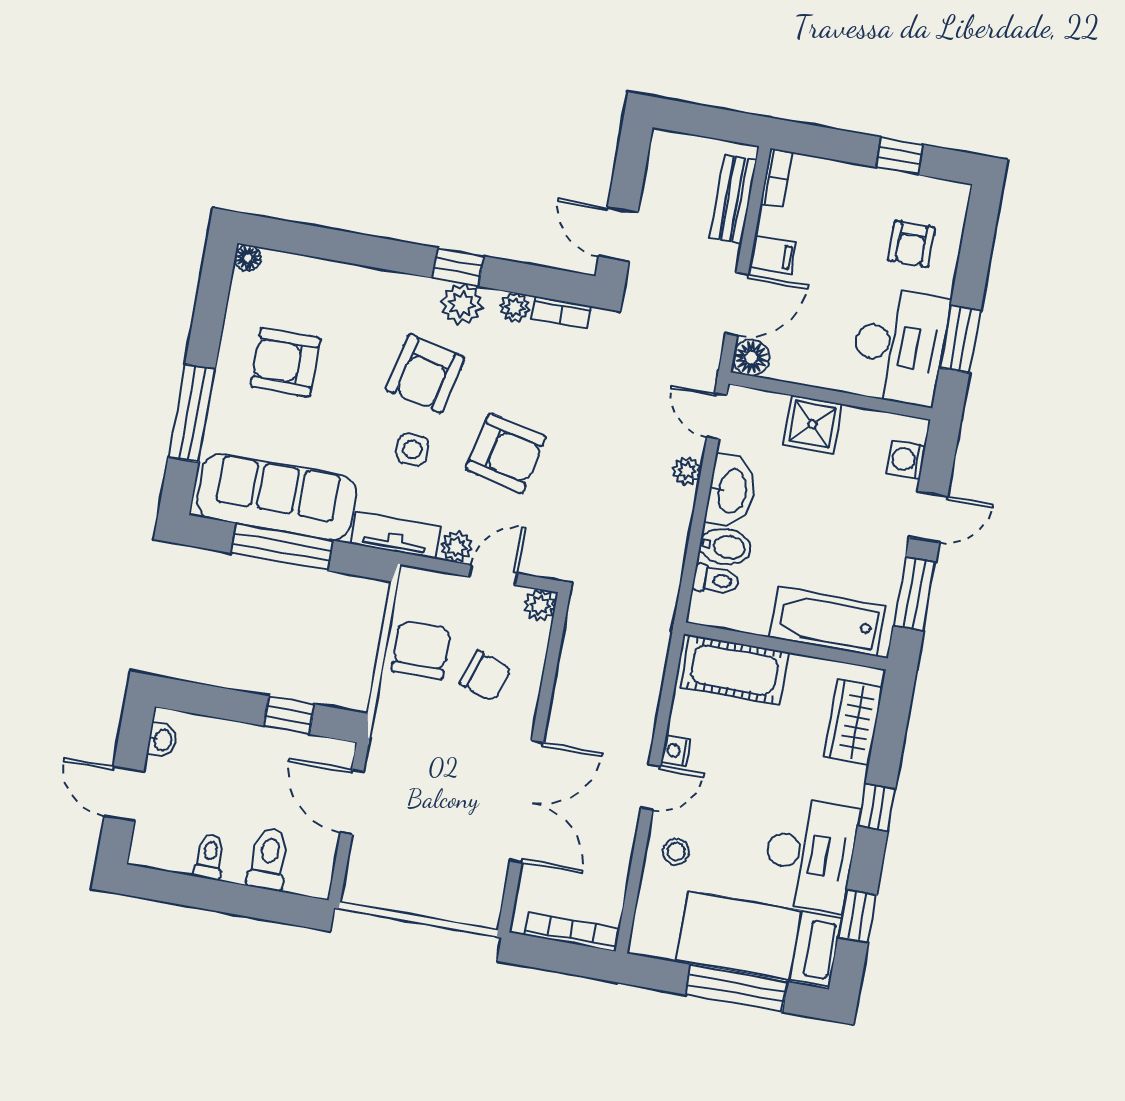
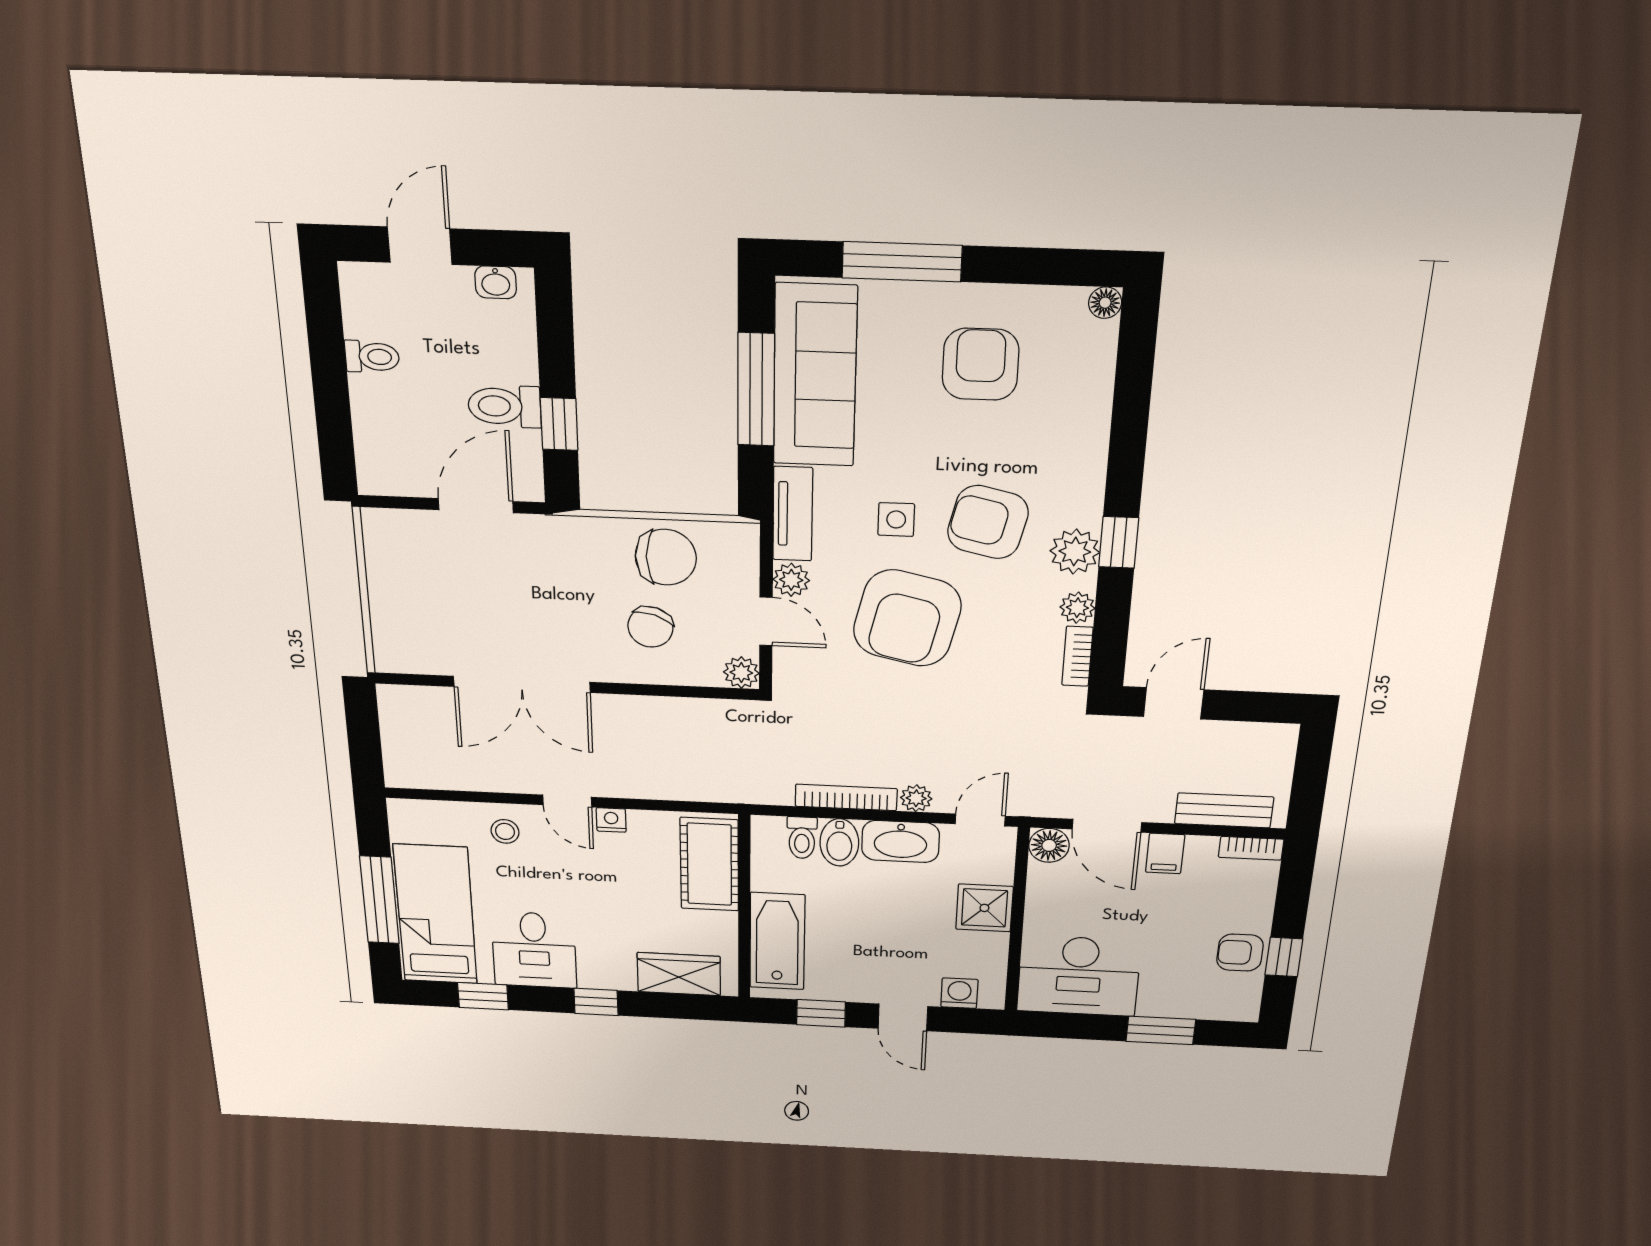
armchair: (911, 244) -> (1240, 953), moved
window: (960, 339) -> (1161, 1030), moved
armchair: (506, 453) -> (907, 618), width x1.36, depth x1.36
window: (915, 594) -> (821, 1013), width x0.67
desk: (810, 854) -> (534, 950), width x0.73
toilet: (269, 859) -> (504, 406), moved, turned 180
bookcase: (572, 932) -> (846, 797), moved, turned -90

